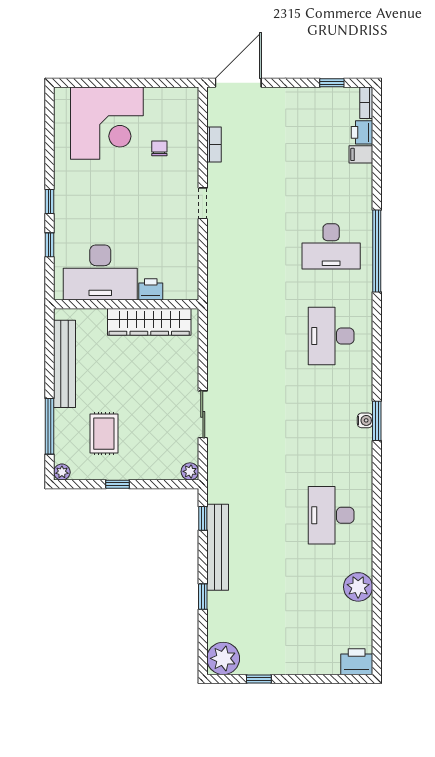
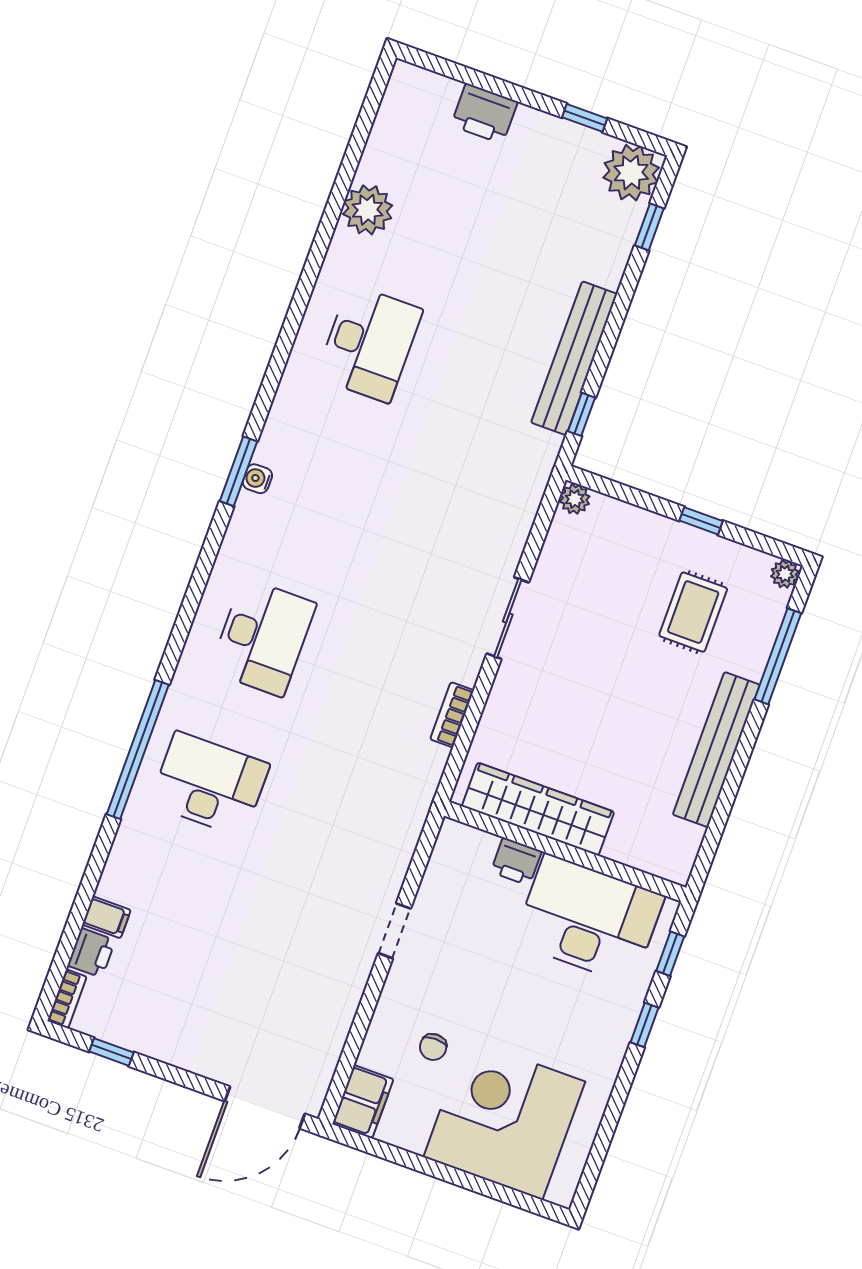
filing cabinet: (187, 105) -> (363, 1102), added
bookcase: (214, 144) -> (452, 715), moved
desk: (100, 272) -> (589, 919), moved
printer: (151, 289) -> (516, 862), moved
wall: (126, 304) -> (565, 852), moved
wardrobe: (149, 322) -> (538, 809), moved
sliding door: (203, 414) -> (508, 618), moved
window: (203, 597) -> (649, 227), moved
printer: (357, 662) -> (484, 114), moved

